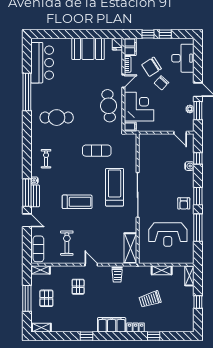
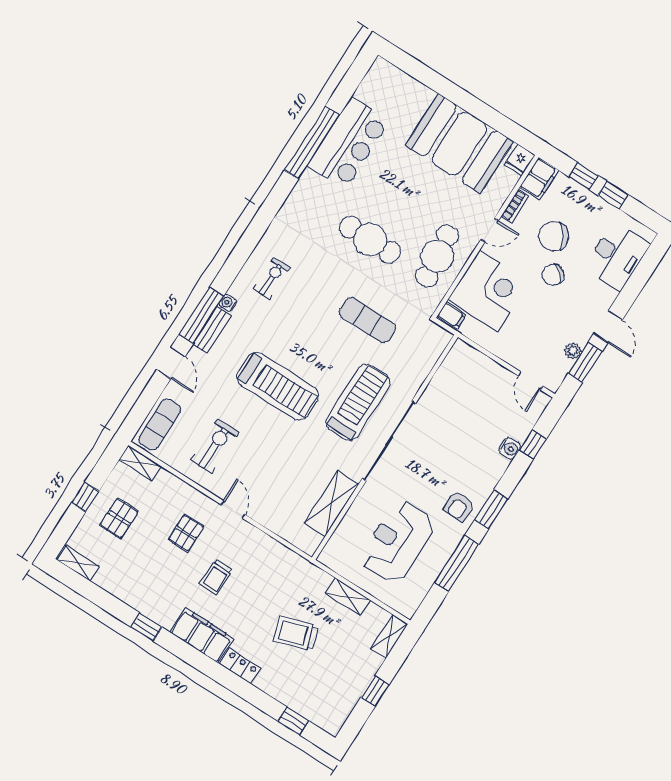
booth: (88, 49) -> (459, 144), width x1.36, depth x1.42
bar counter: (42, 63) -> (349, 143), moved
cafe table: (57, 118) -> (370, 240), moved
treadmill: (77, 202) -> (278, 386), width x1.37, depth x1.38
reception desk: (168, 234) -> (397, 542), turned 90
shelving: (130, 248) -> (331, 503), moved
trolley: (117, 275) -> (216, 577), moved
window: (27, 298) -> (85, 497), width x0.46
window: (154, 336) -> (293, 721), moved

